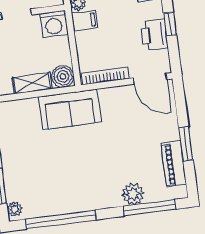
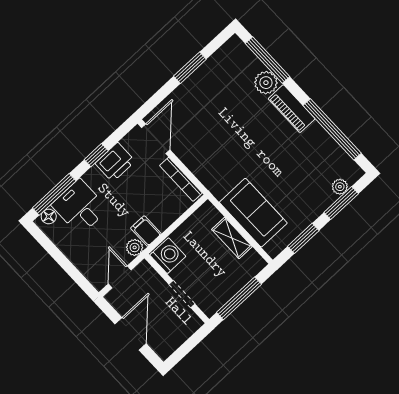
boiler: (63, 76) -> (207, 215), removed
sofa: (70, 109) -> (253, 213), moved
piano: (174, 164) -> (292, 109), moved, turned 90
plant: (15, 209) -> (340, 187), moved

